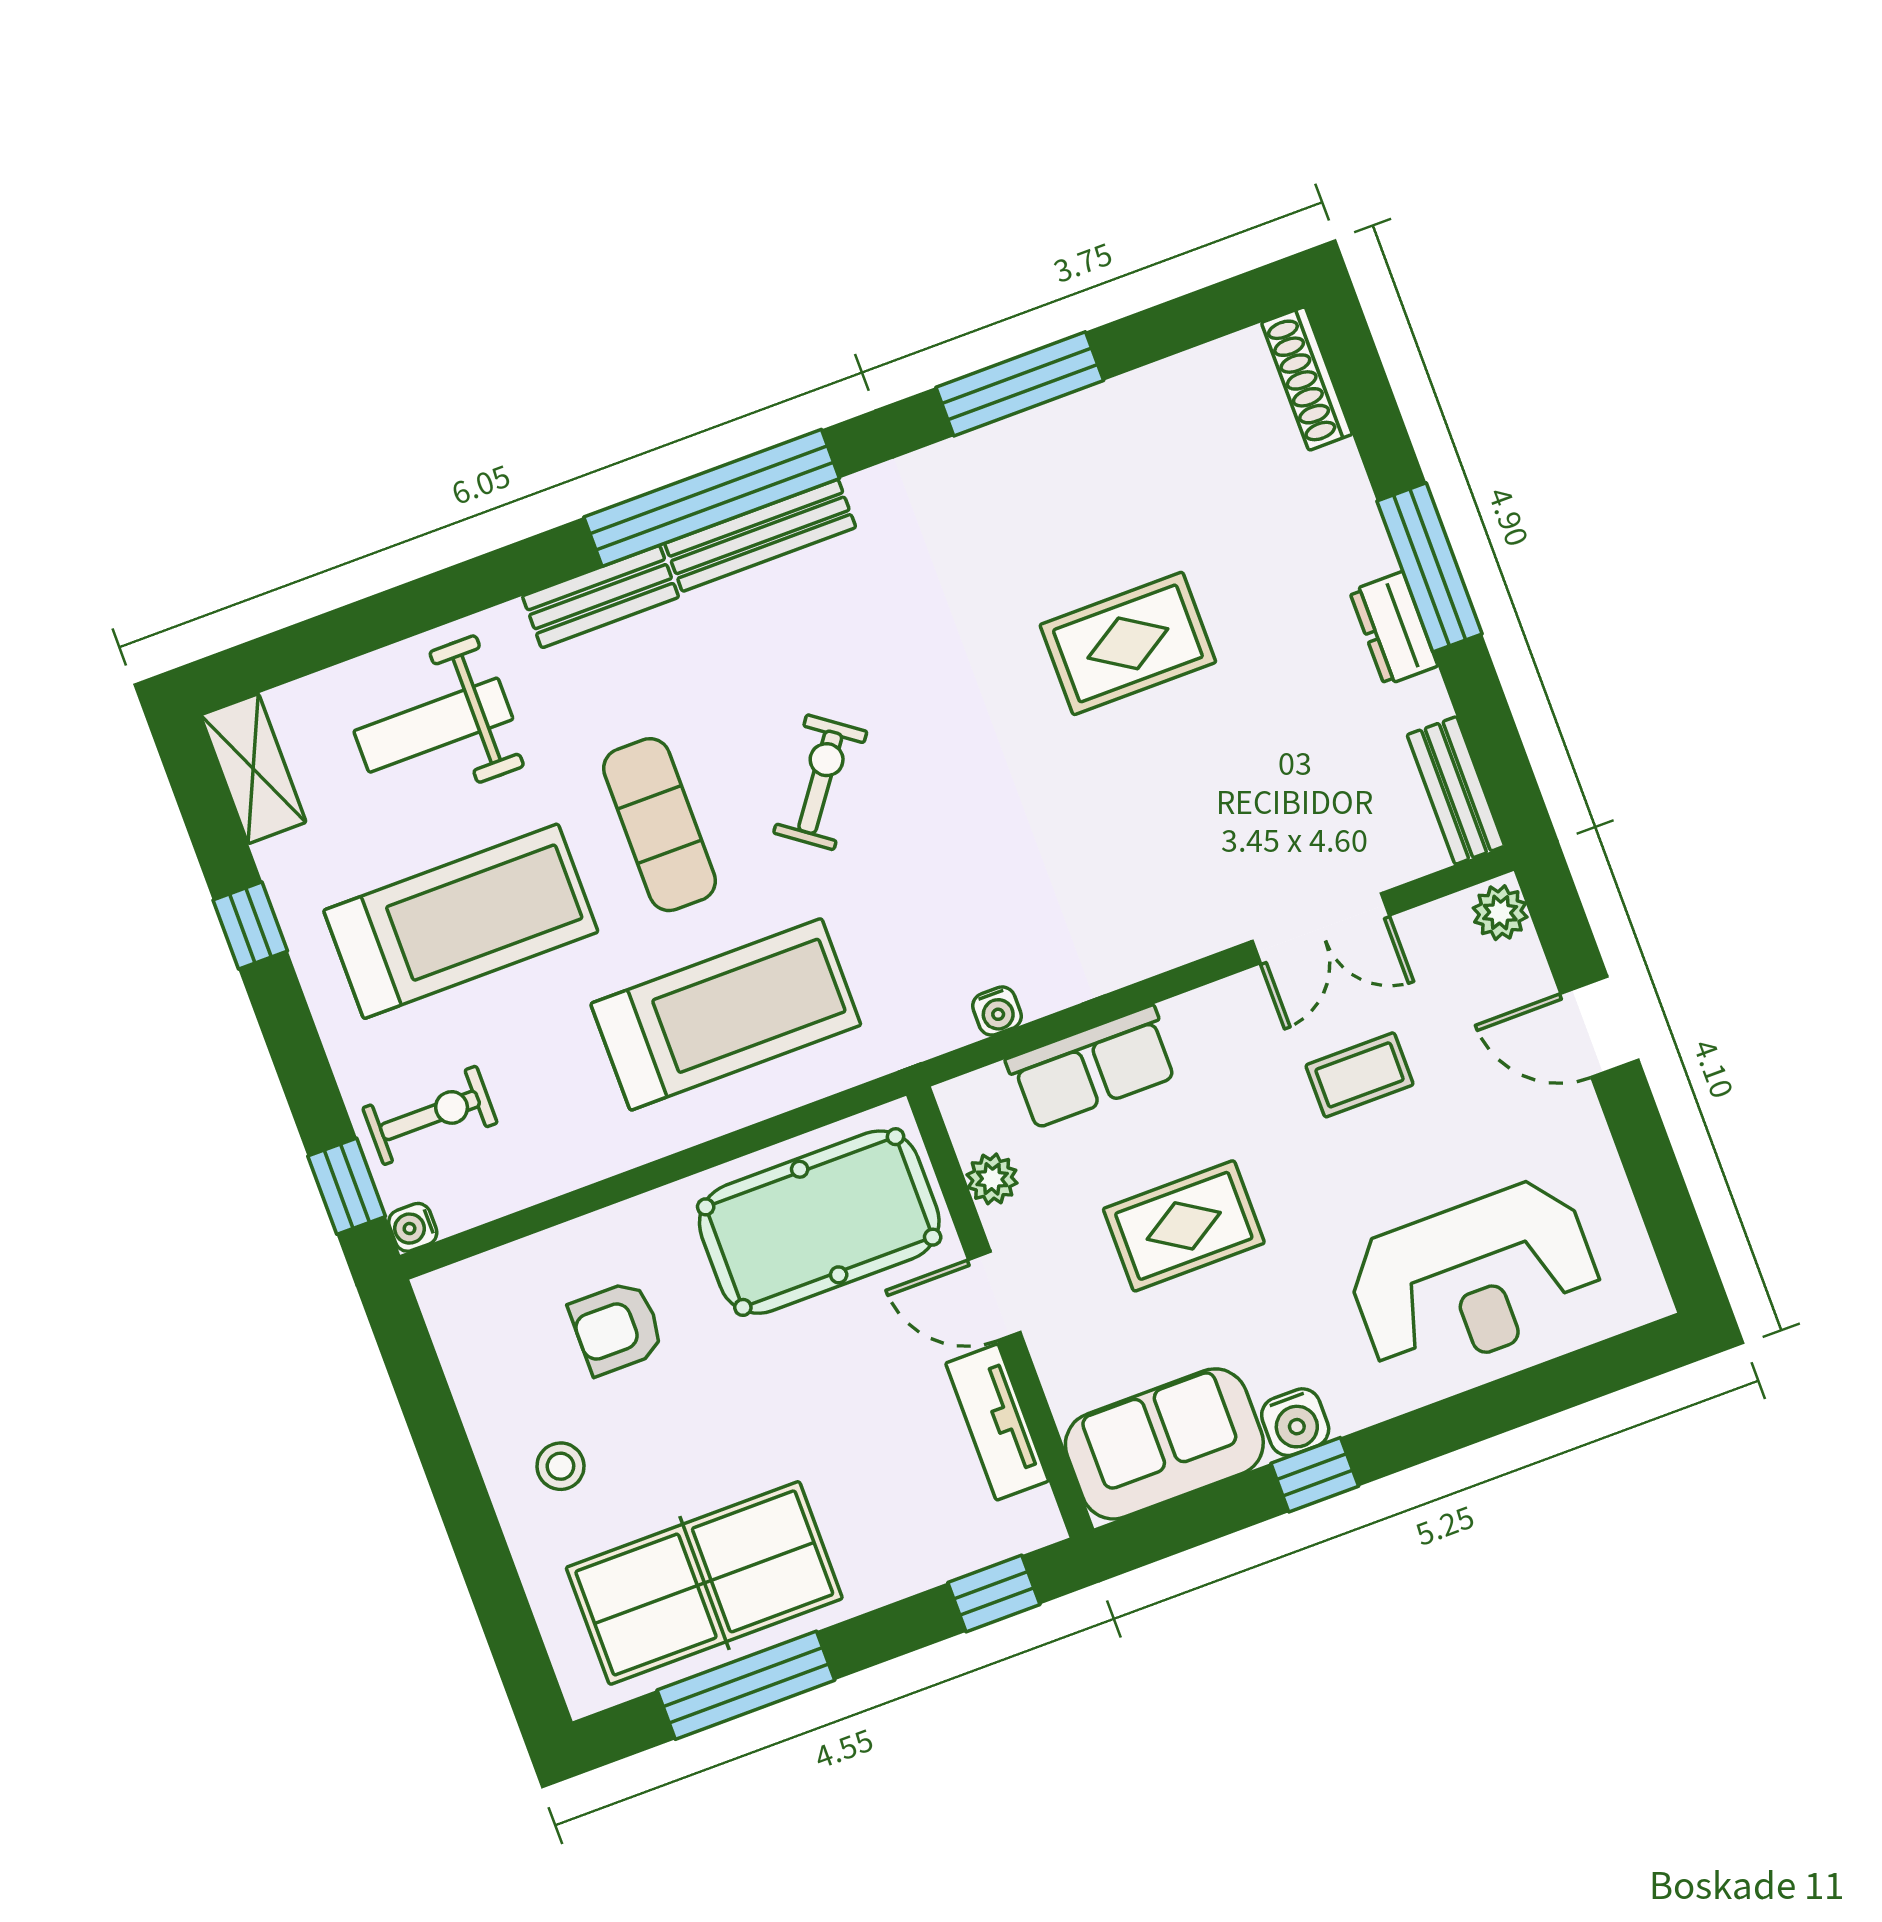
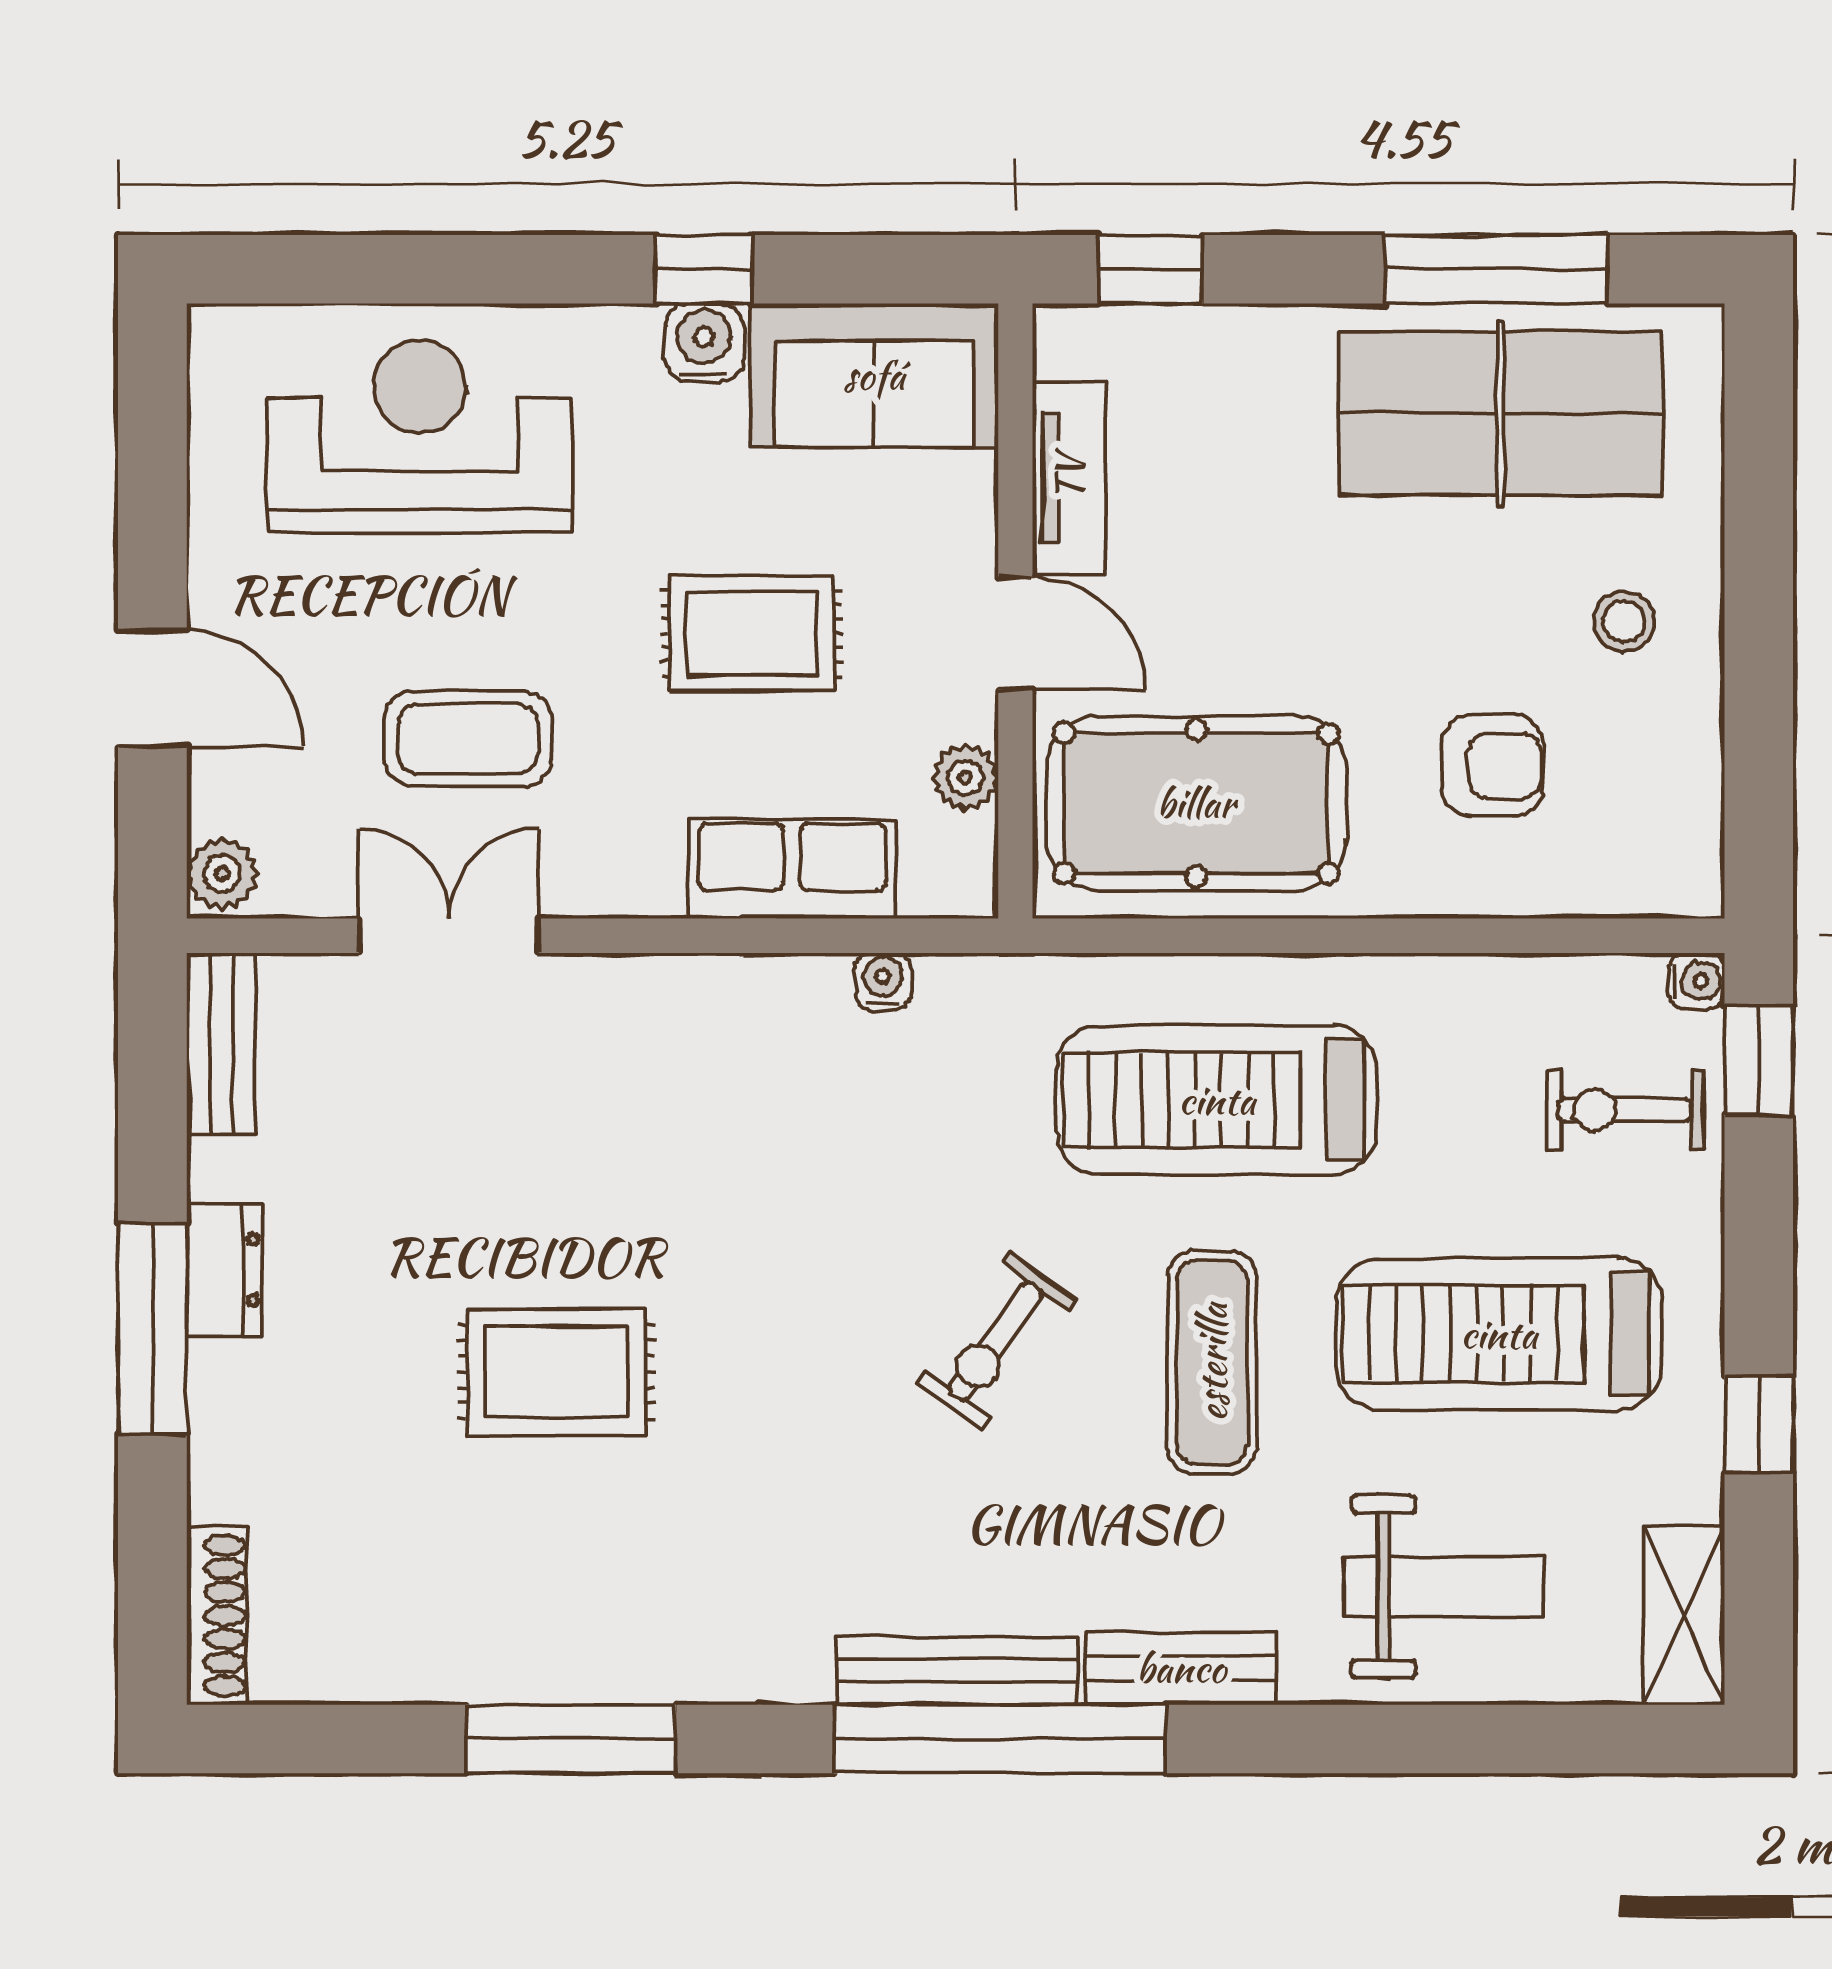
coffee table: (1360, 1075) -> (468, 739), width x1.36, depth x1.30

